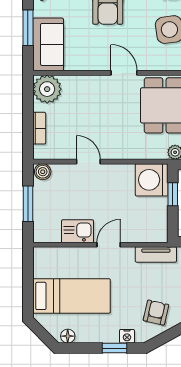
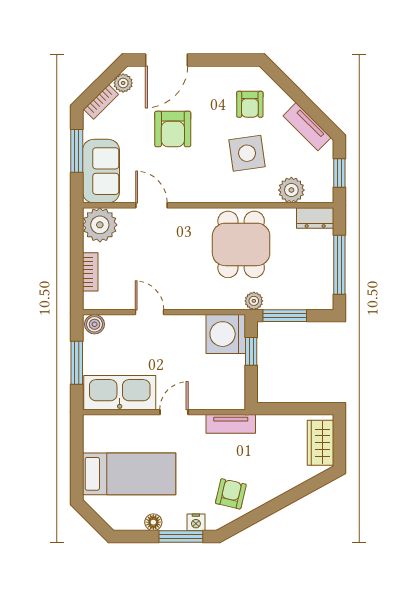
door: (124, 73) -> (152, 205), moved
kitchen sink: (78, 231) -> (120, 393), width x1.88, depth x1.24
floor lamp: (68, 336) -> (153, 522), moved
window: (114, 348) -> (181, 536), width x1.50

